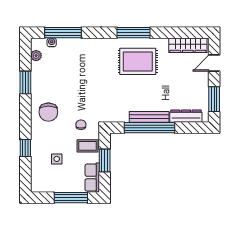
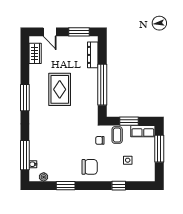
wardrobe: (188, 45) -> (35, 53), width x0.67
rug: (138, 61) -> (60, 89), moved
bench: (149, 117) -> (93, 85), removed

